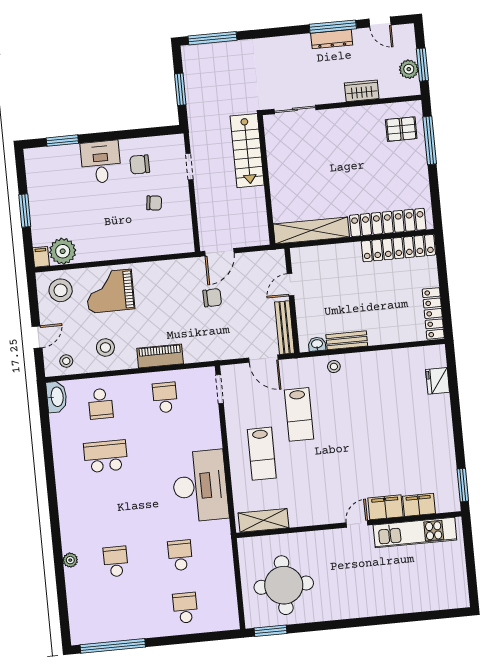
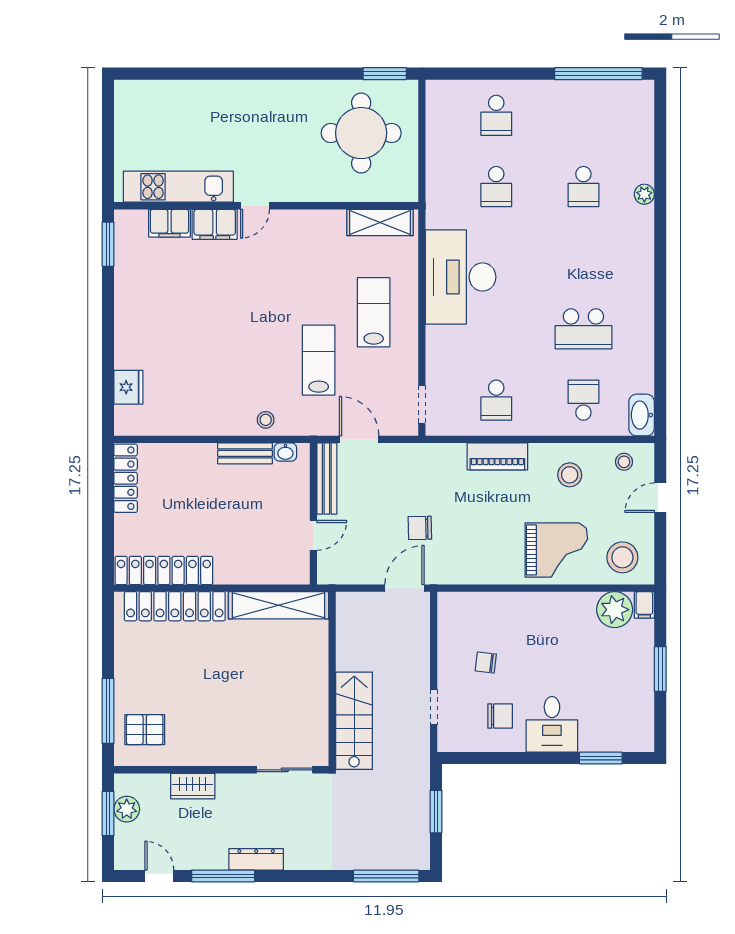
dresser: (332, 39) -> (256, 859), moved

